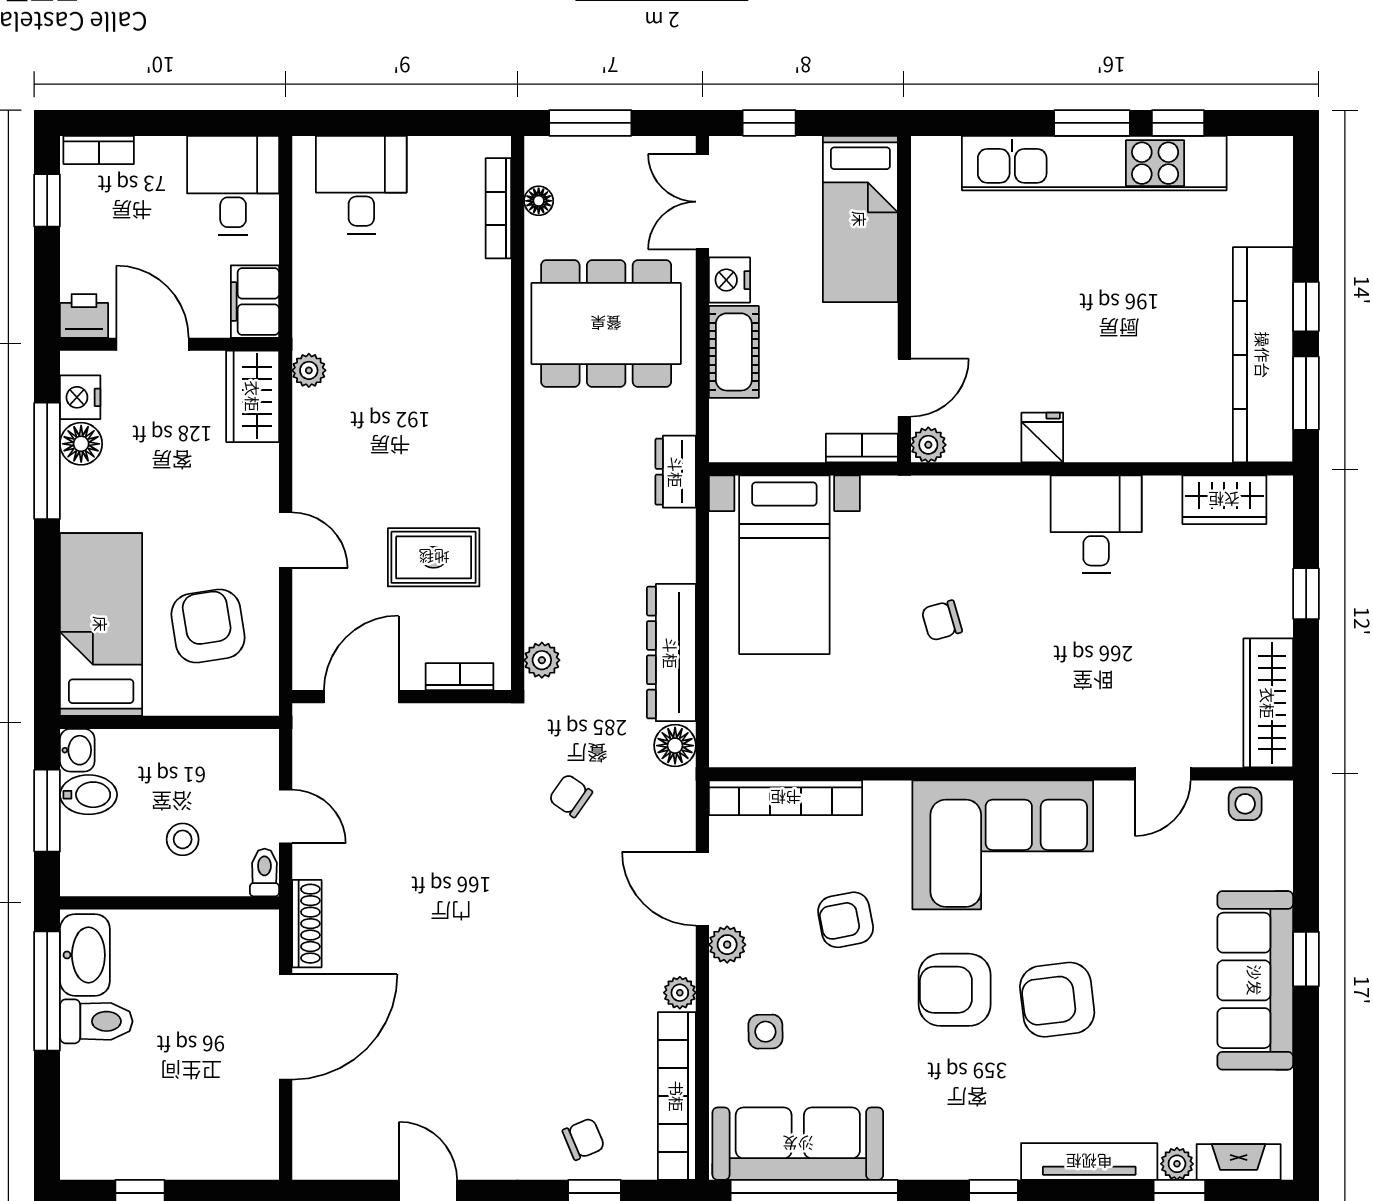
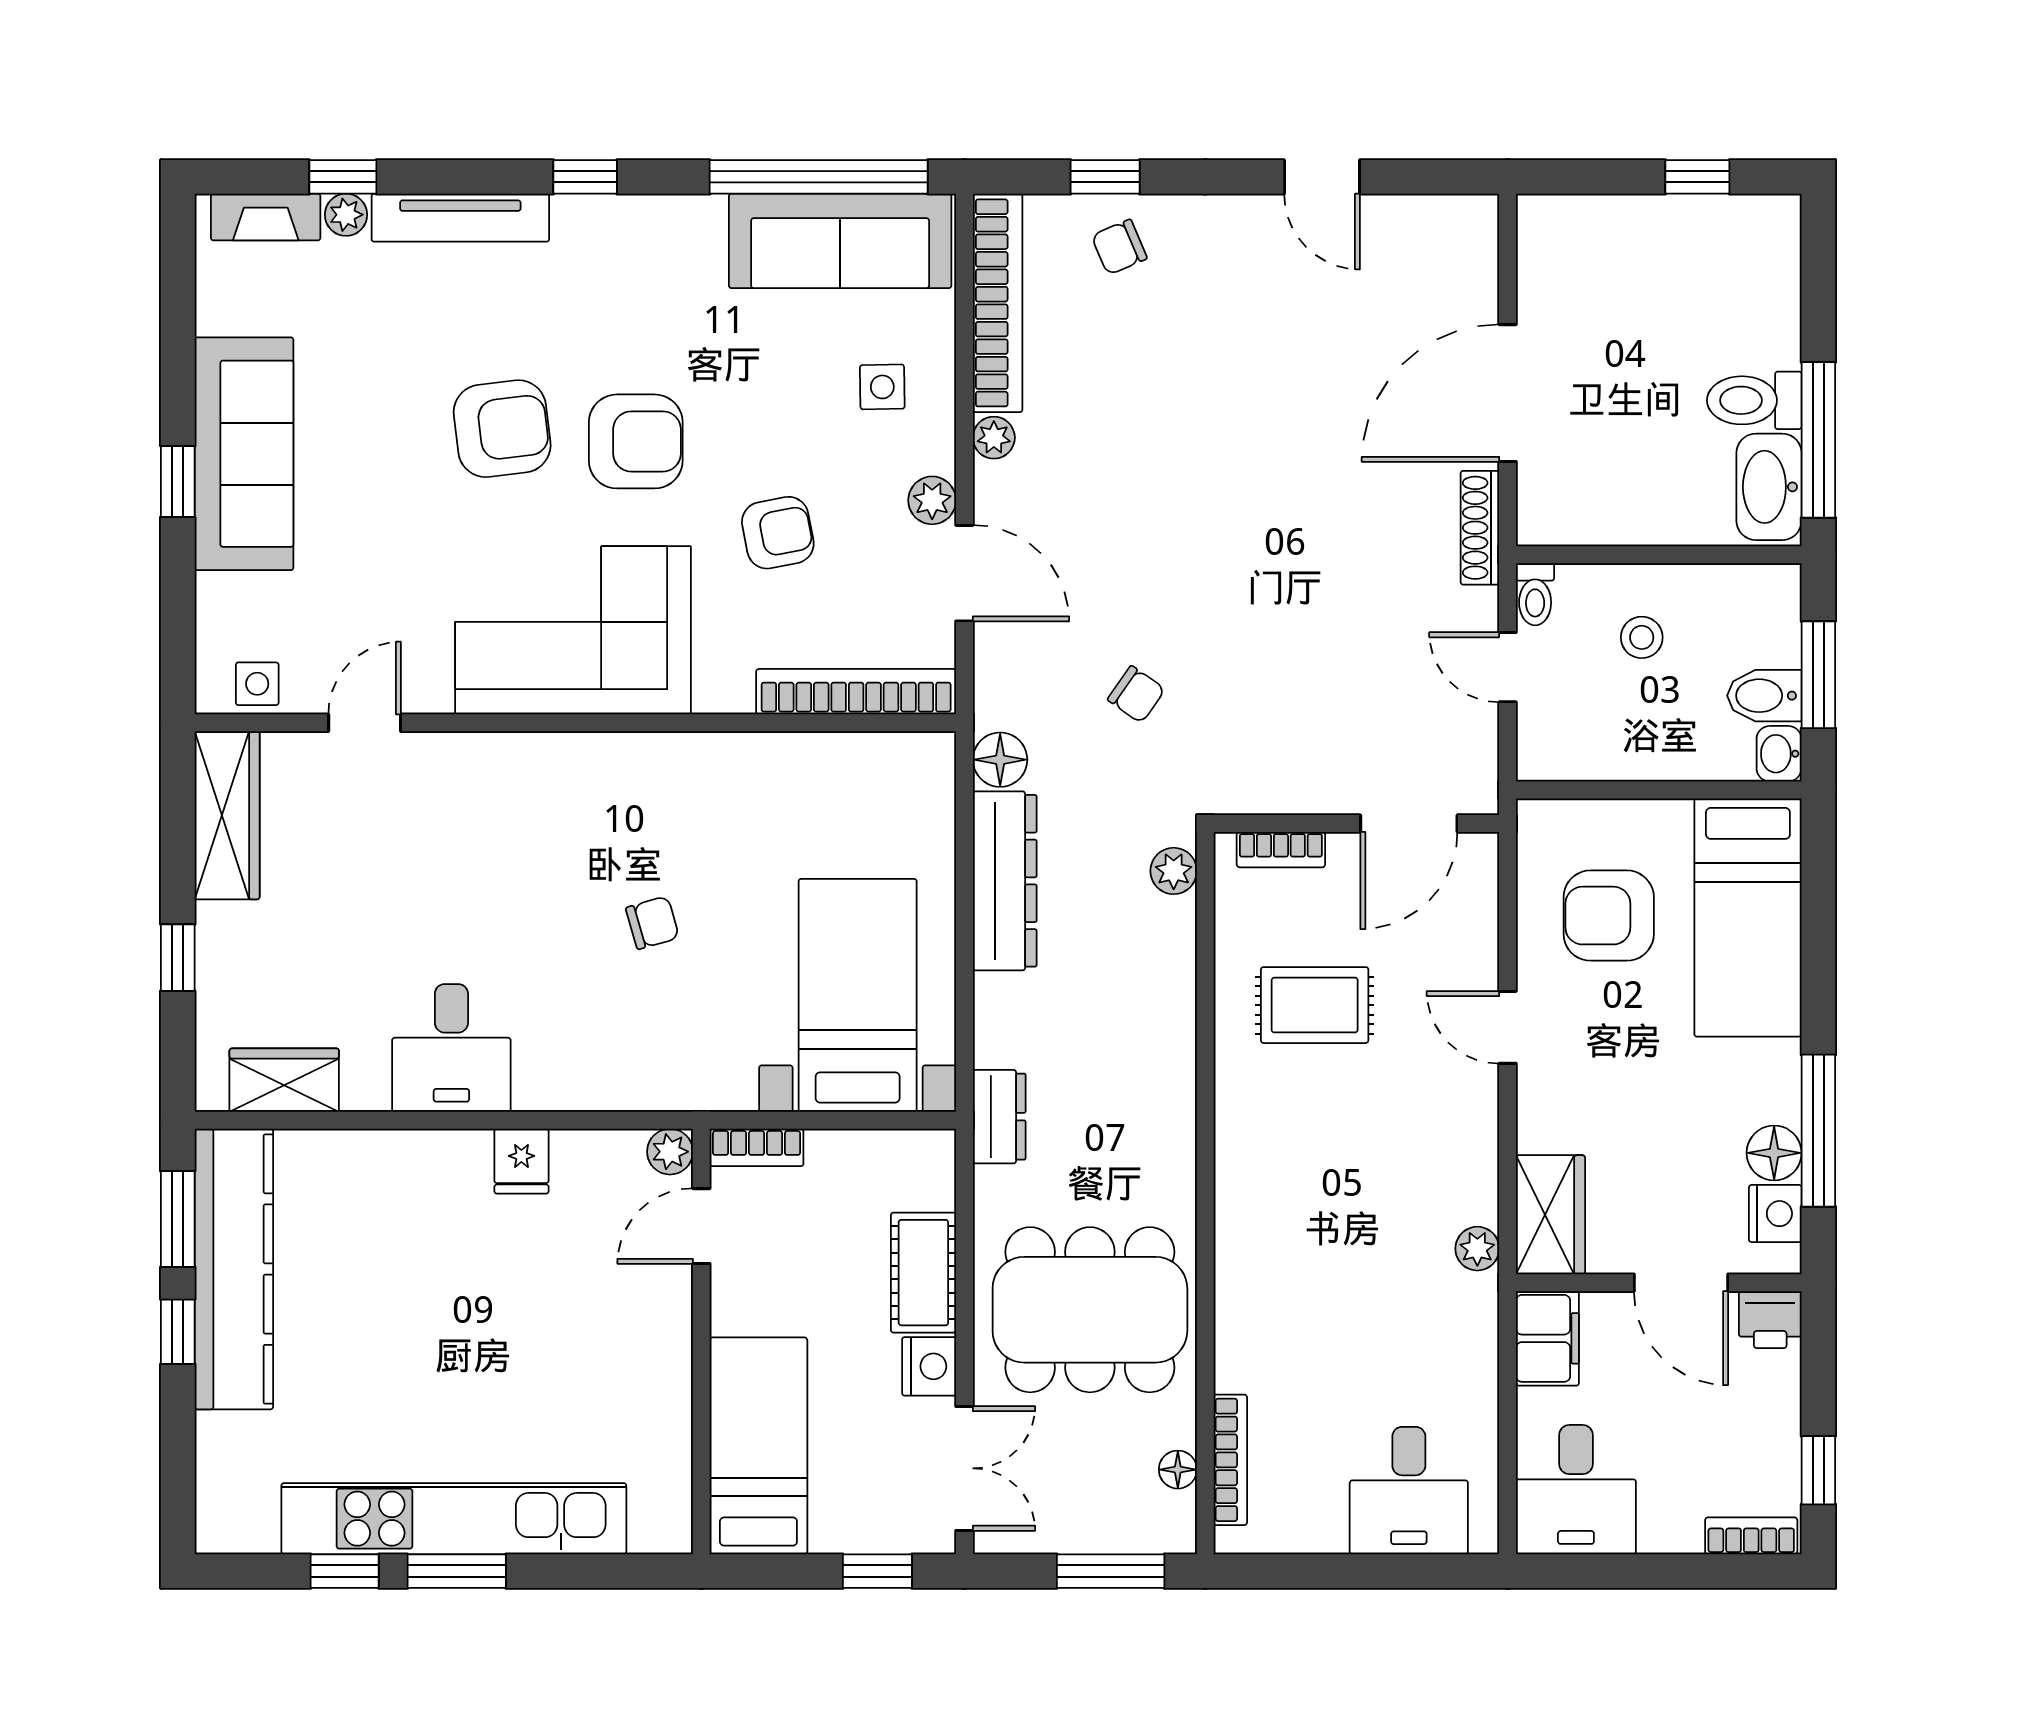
armchair: (208, 626) -> (1609, 916), turned 99

